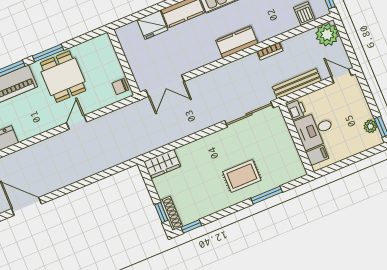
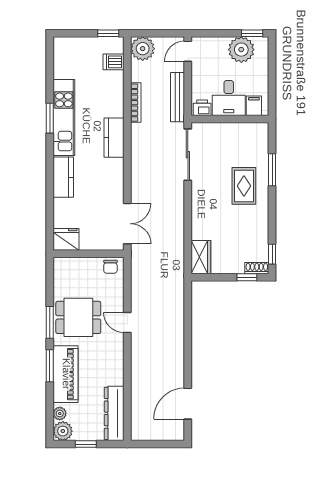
fridge: (152, 25) -> (66, 239), moved, turned -90
bookcase: (270, 51) -> (136, 103), width x1.56
plant: (370, 126) -> (241, 50), width x1.88, depth x1.88
shoe rack: (171, 213) -> (257, 268), width x0.70

